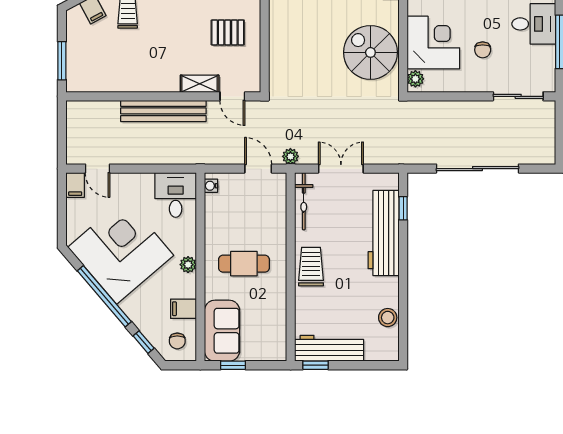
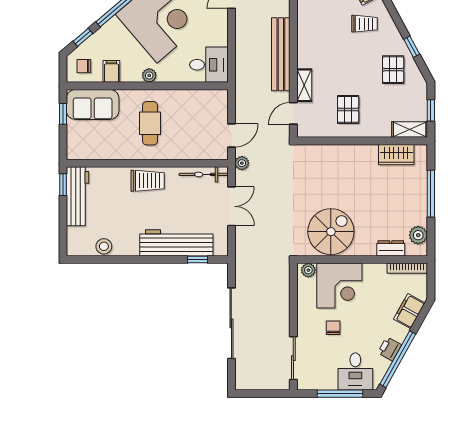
chair: (483, 50) -> (333, 328), turned 90
water cooler: (211, 186) -> (217, 95), removed

